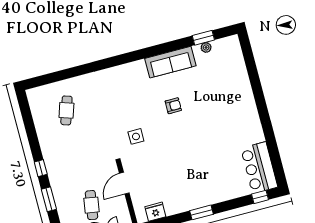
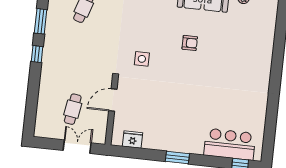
bar counter: (259, 168) -> (230, 144), moved, turned 90
window: (49, 199) -> (41, 21), moved

